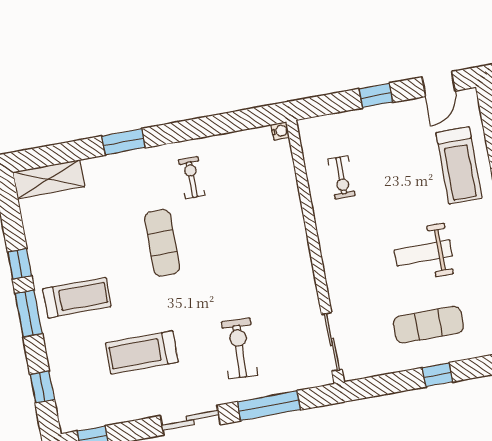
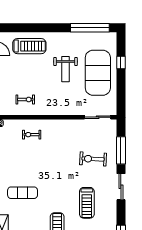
exercise bike: (192, 178) -> (32, 135), moved
exercise mat: (162, 243) -> (23, 193), moved
exercise mat: (428, 325) -> (98, 73), width x2.00, depth x1.45
window: (437, 375) -> (121, 63), moved

